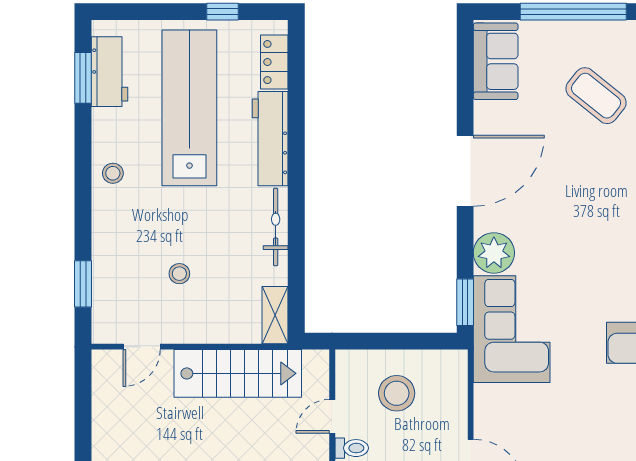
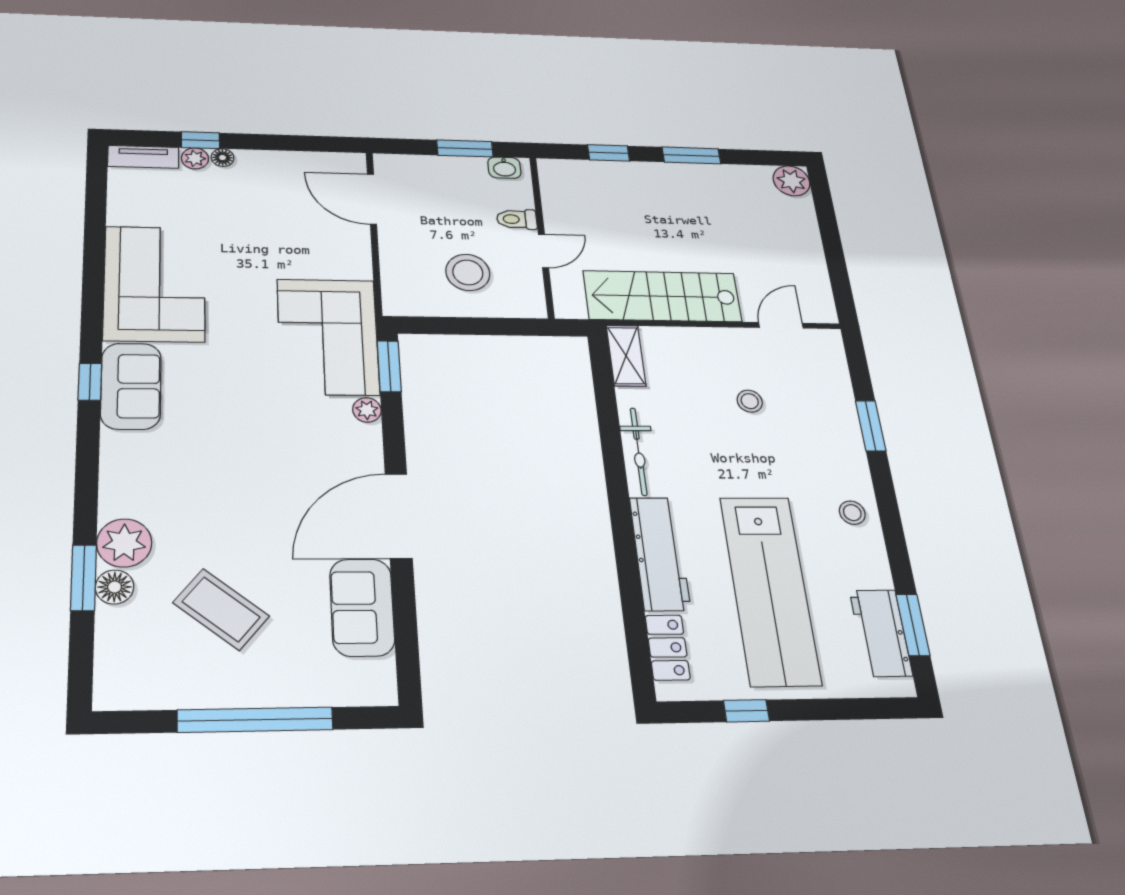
sofa: (496, 61) -> (362, 607), moved
plant: (494, 253) -> (367, 410), width x0.53, depth x0.53
window: (83, 284) -> (871, 426), moved

